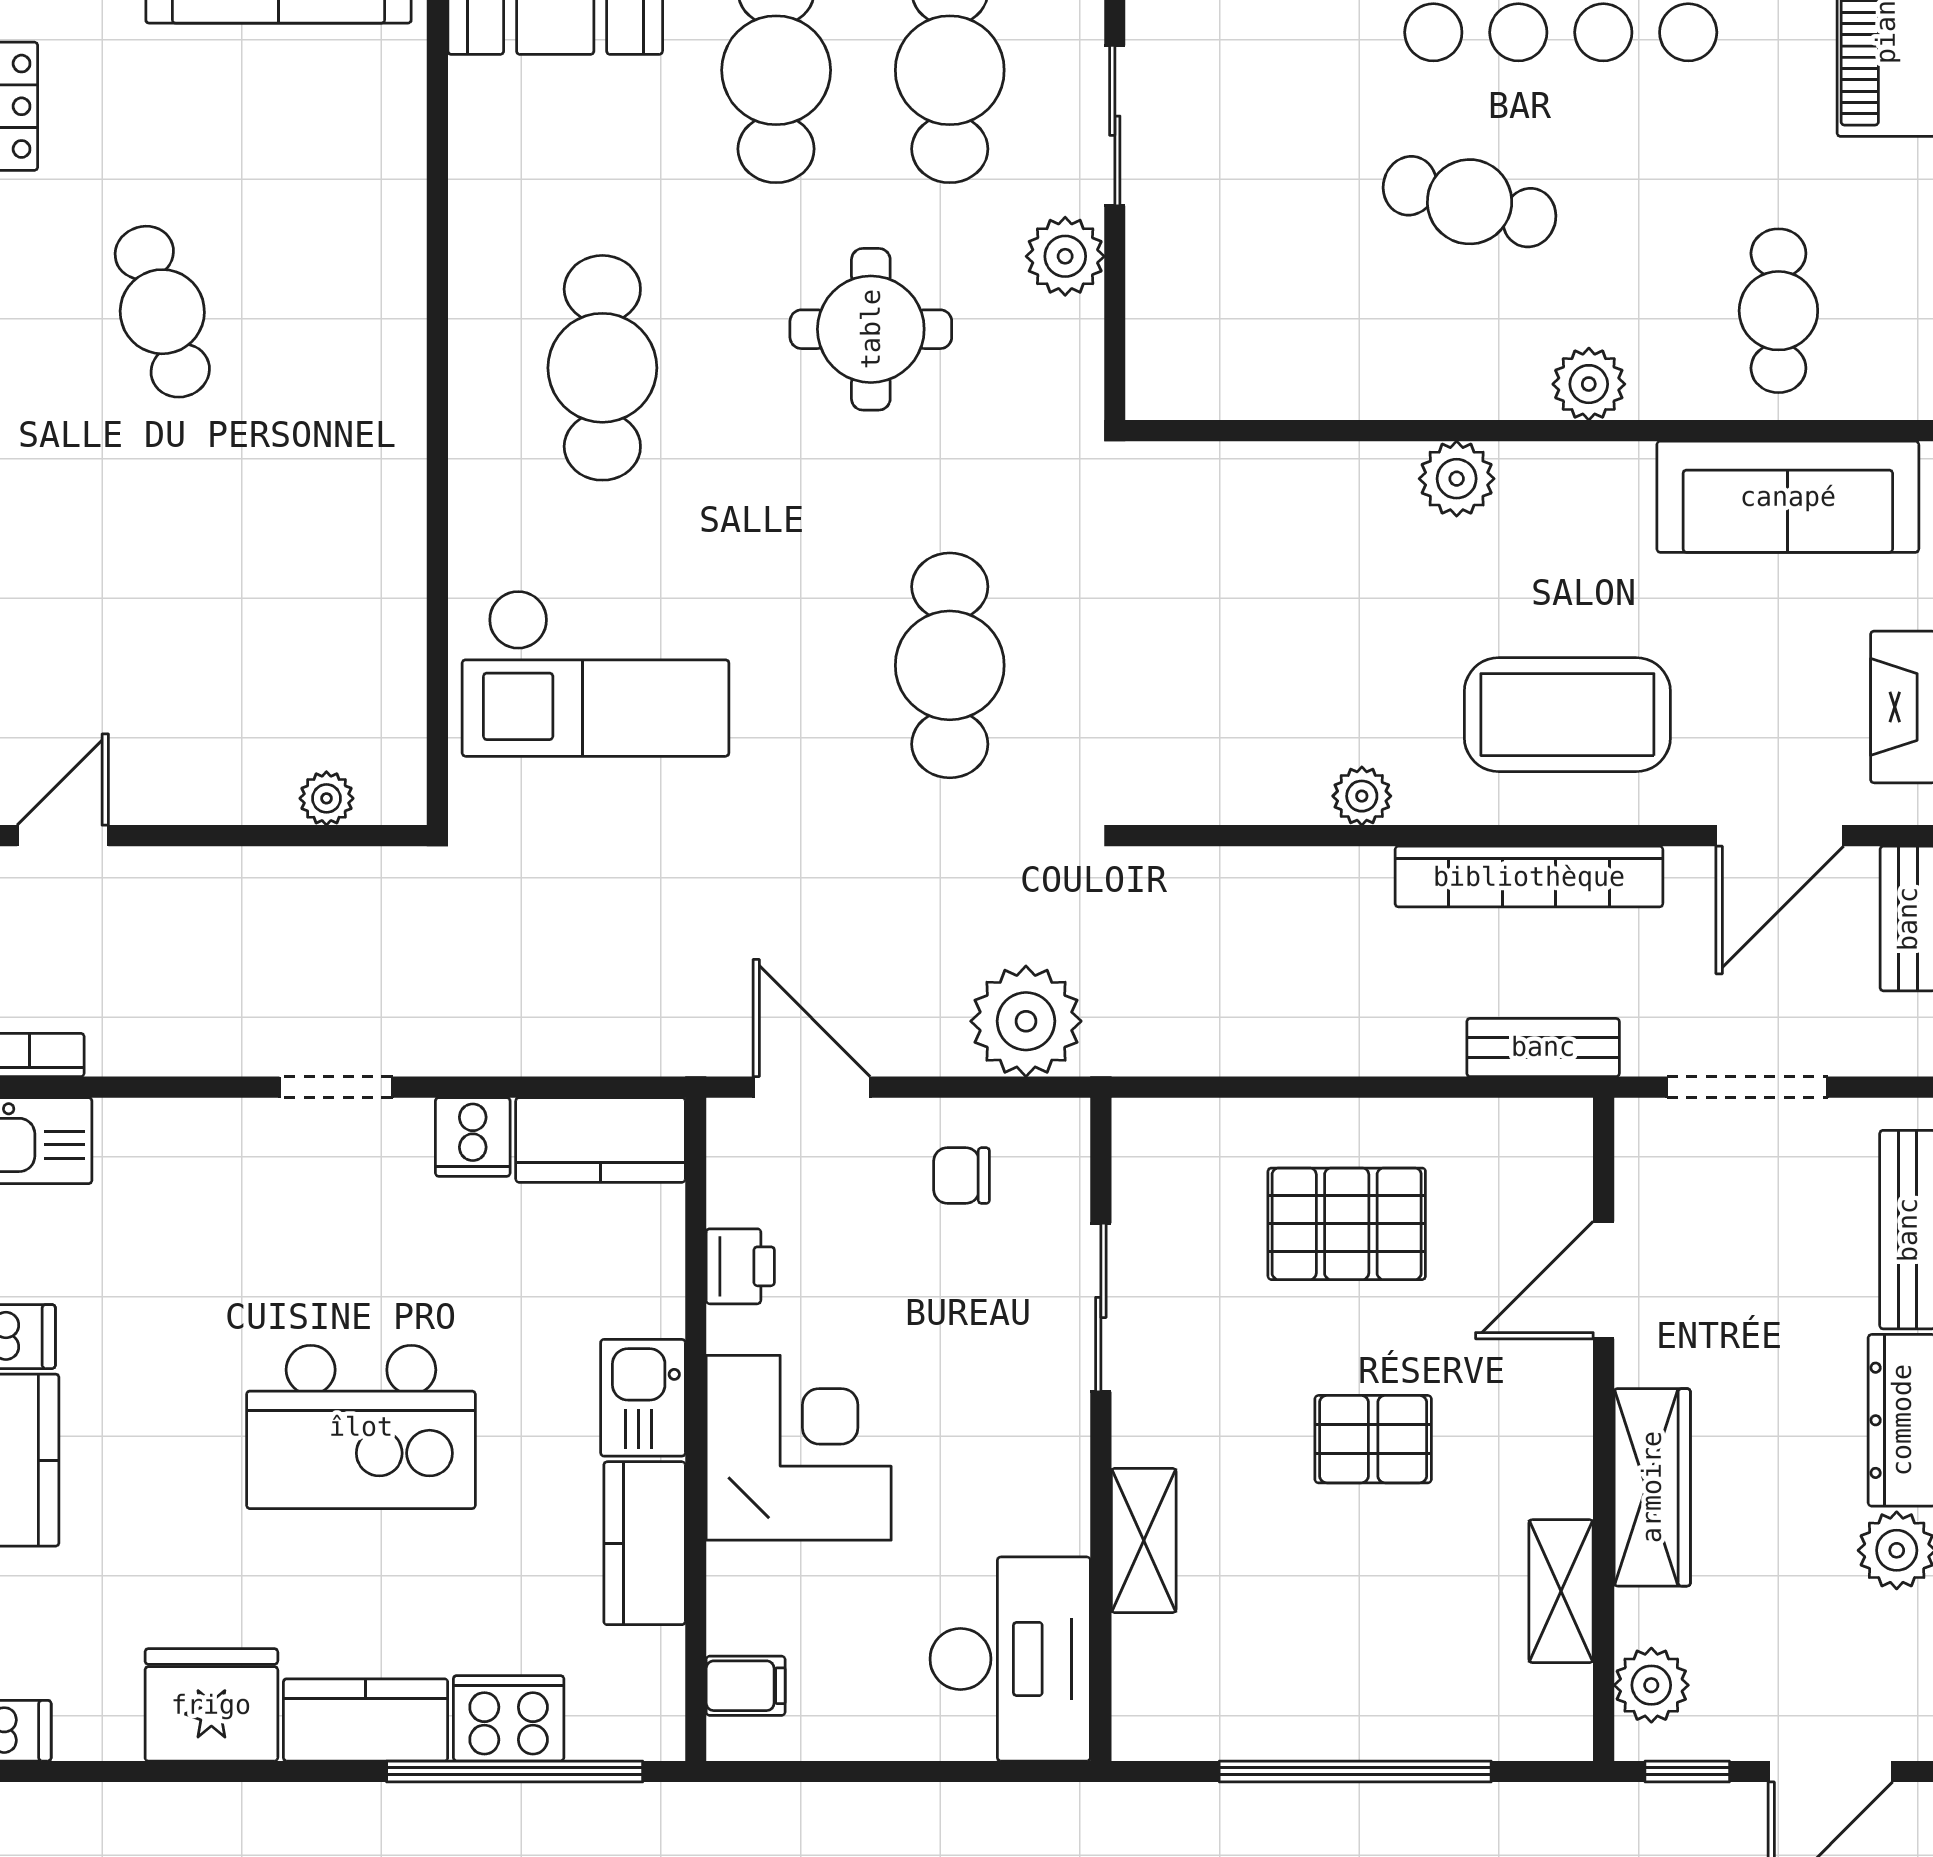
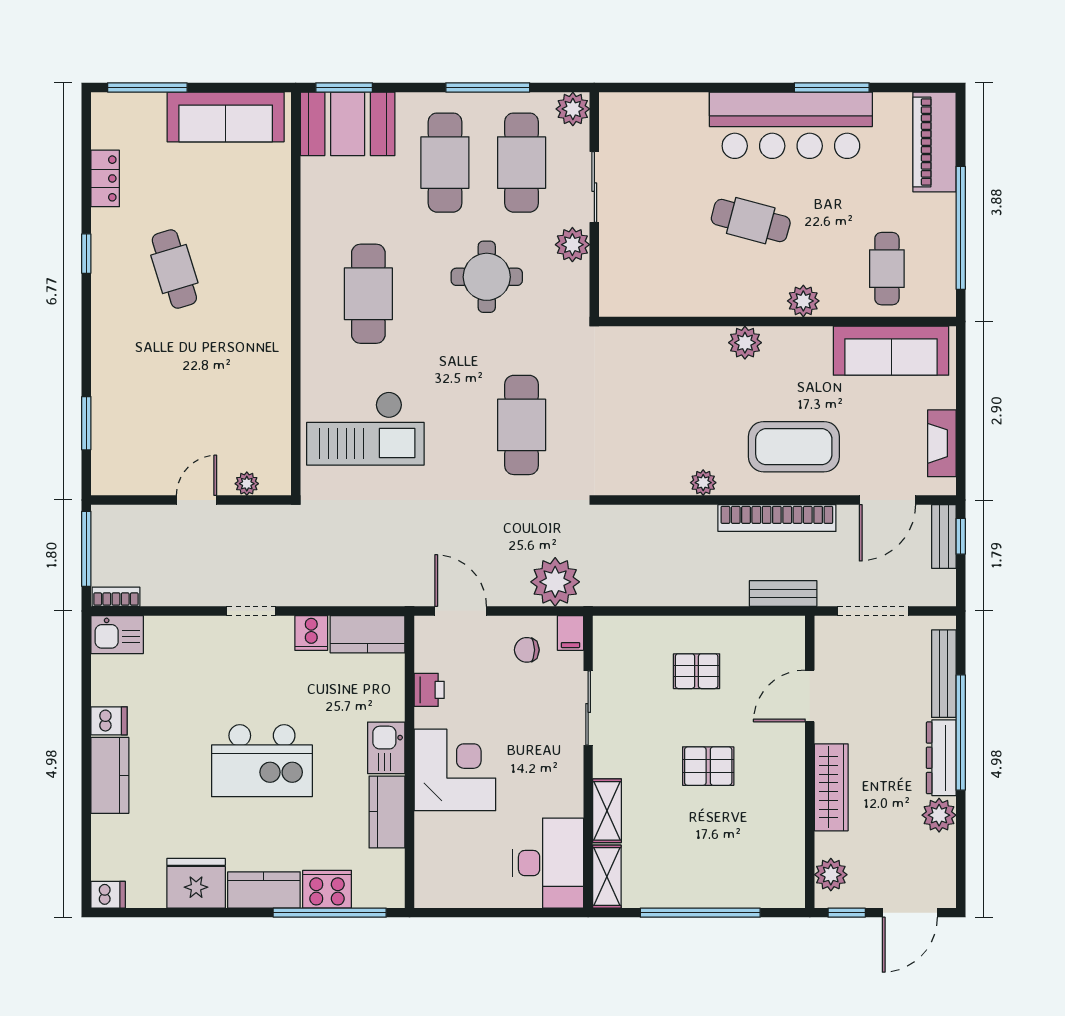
door: (63, 836) -> (197, 500), moved
pallet: (1347, 1224) -> (697, 671), width x0.67, depth x0.71
shelving: (1561, 1591) -> (607, 877), moved
filing cabinet: (746, 1686) -> (570, 633), moved, turned 90

